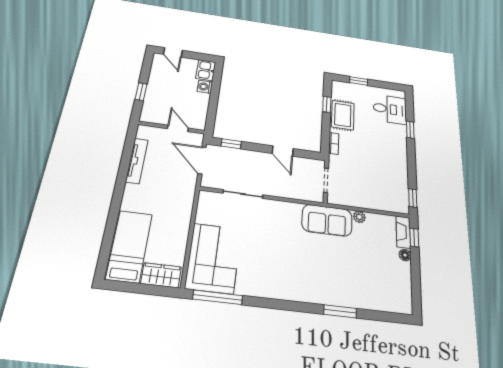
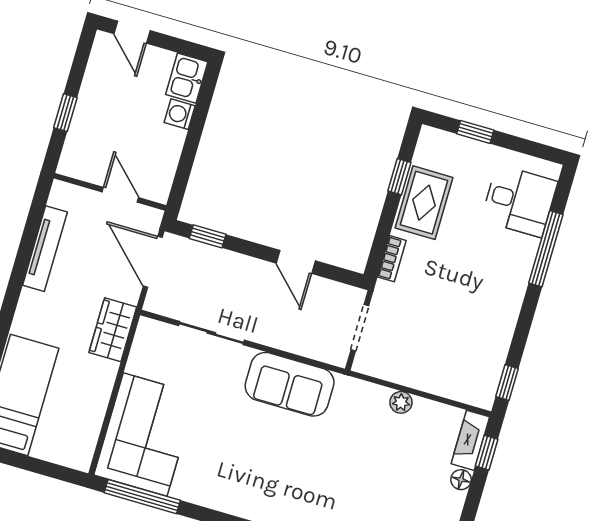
window: (410, 130) -> (546, 249), width x2.17
sofa: (327, 220) -> (290, 384), moved
wardrobe: (161, 275) -> (113, 330), moved, turned -90

